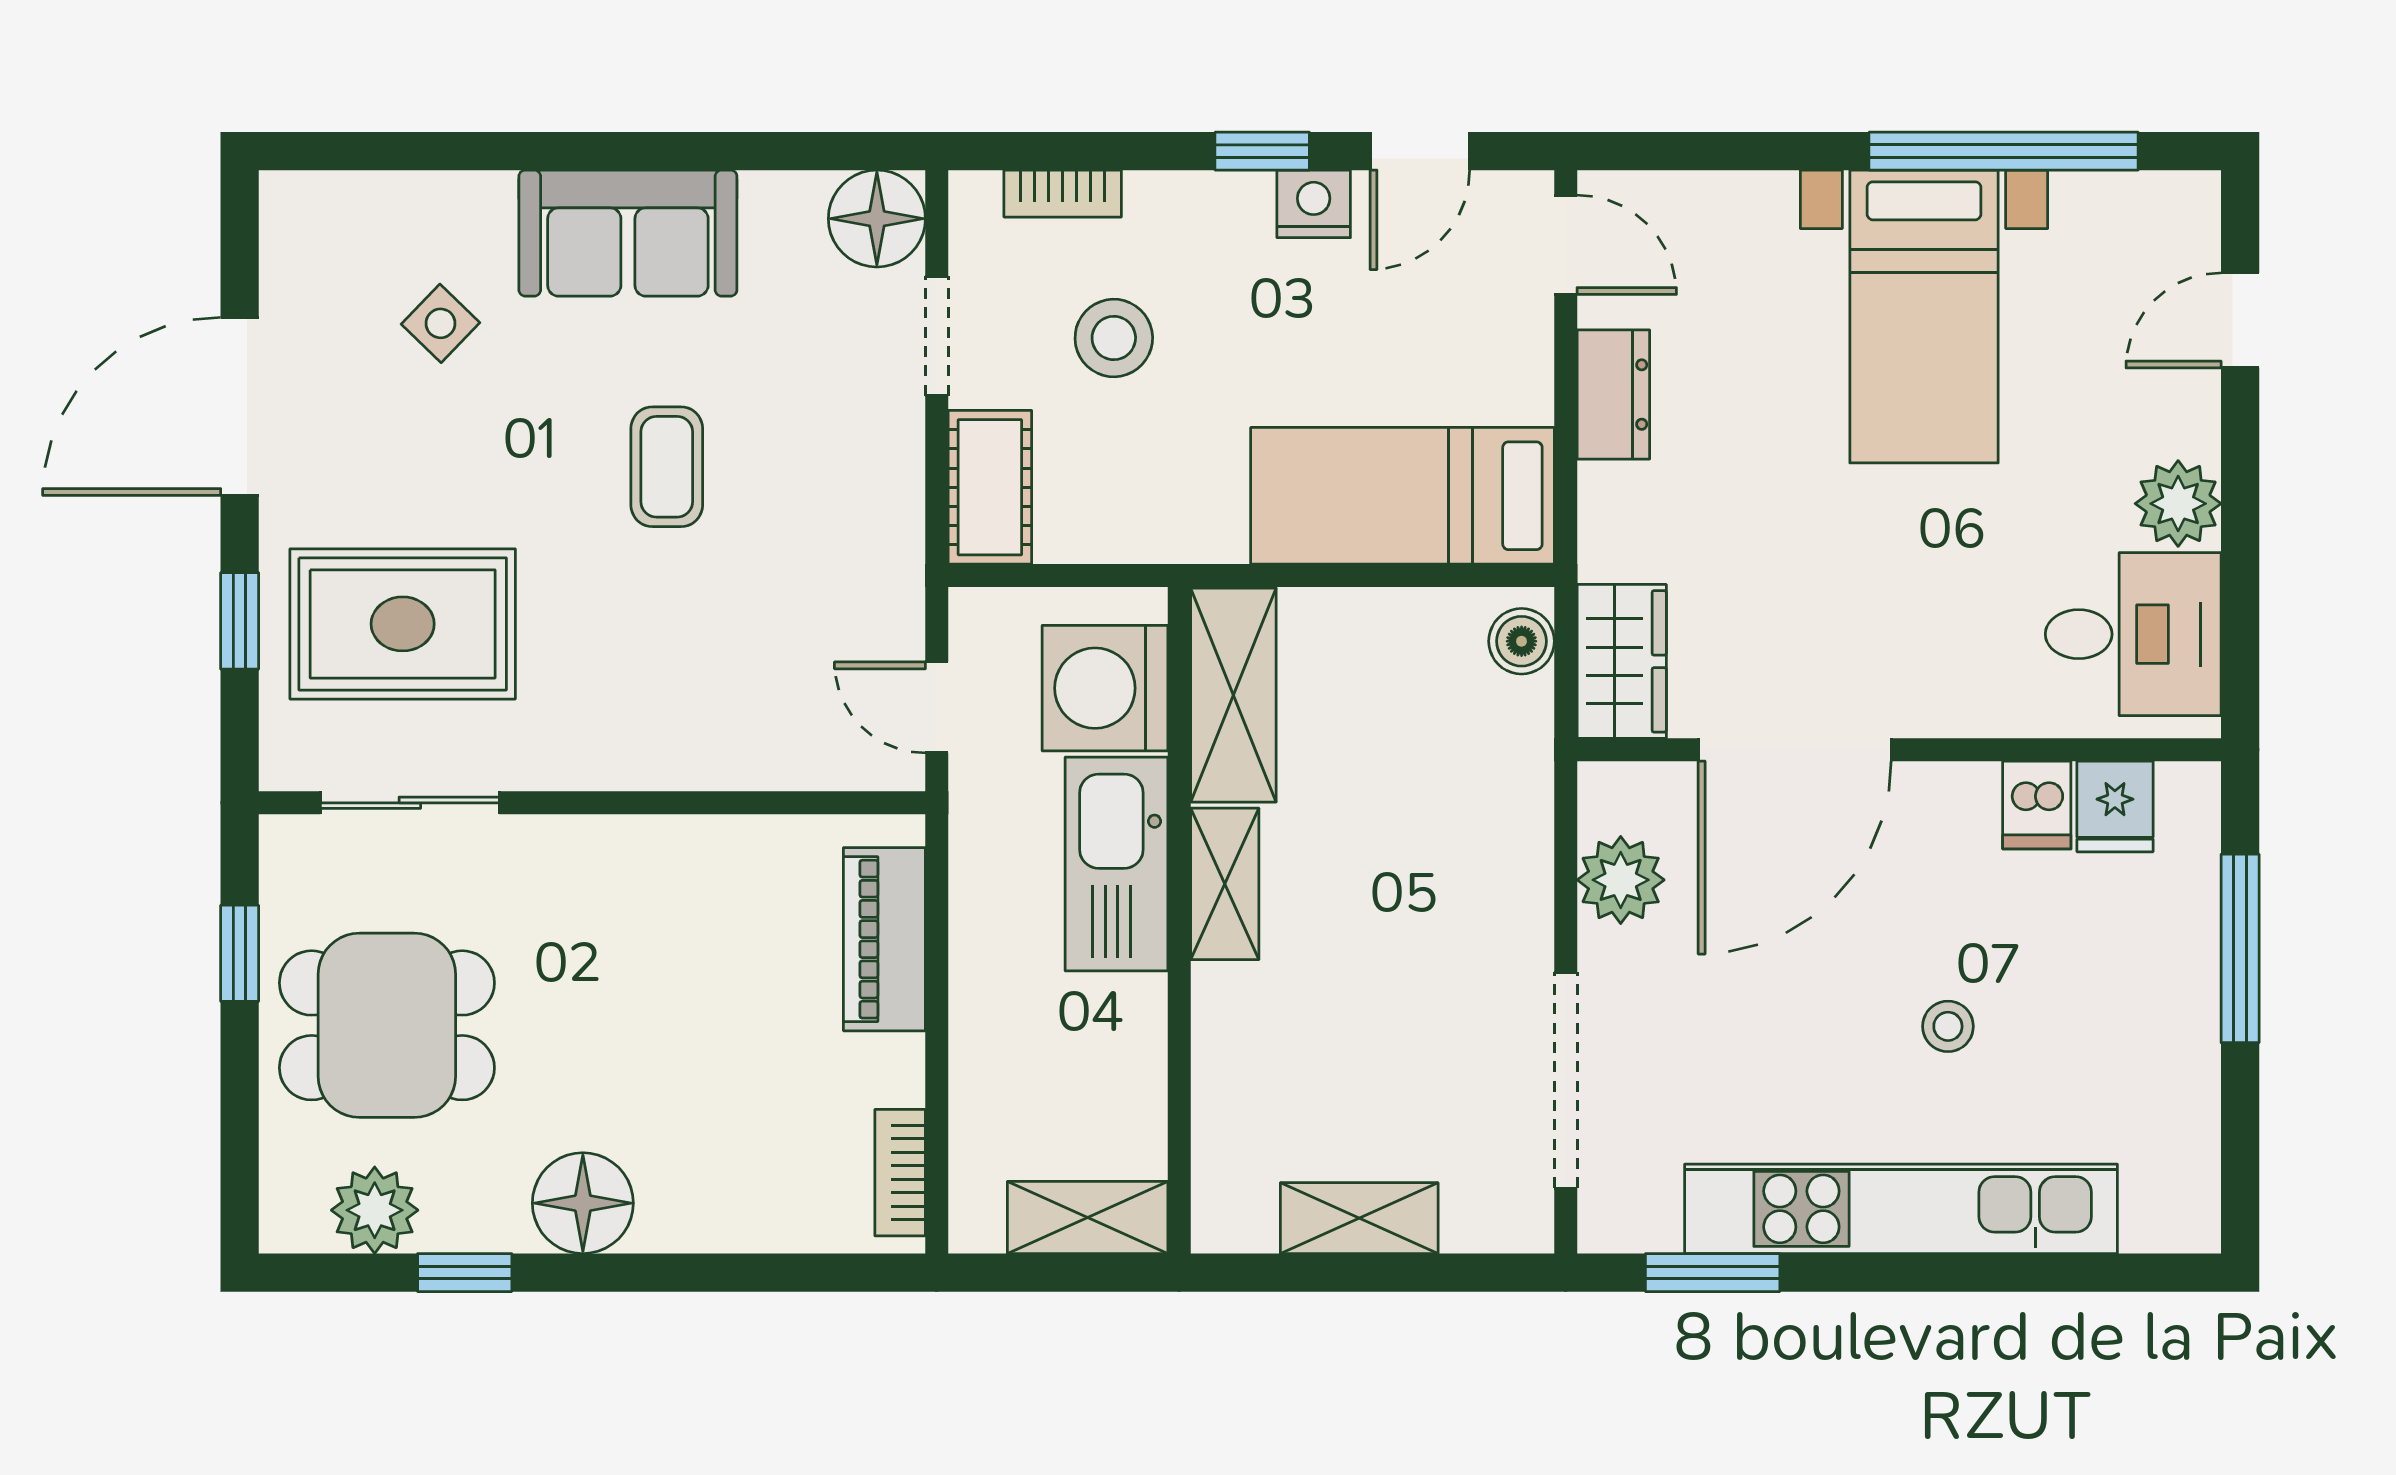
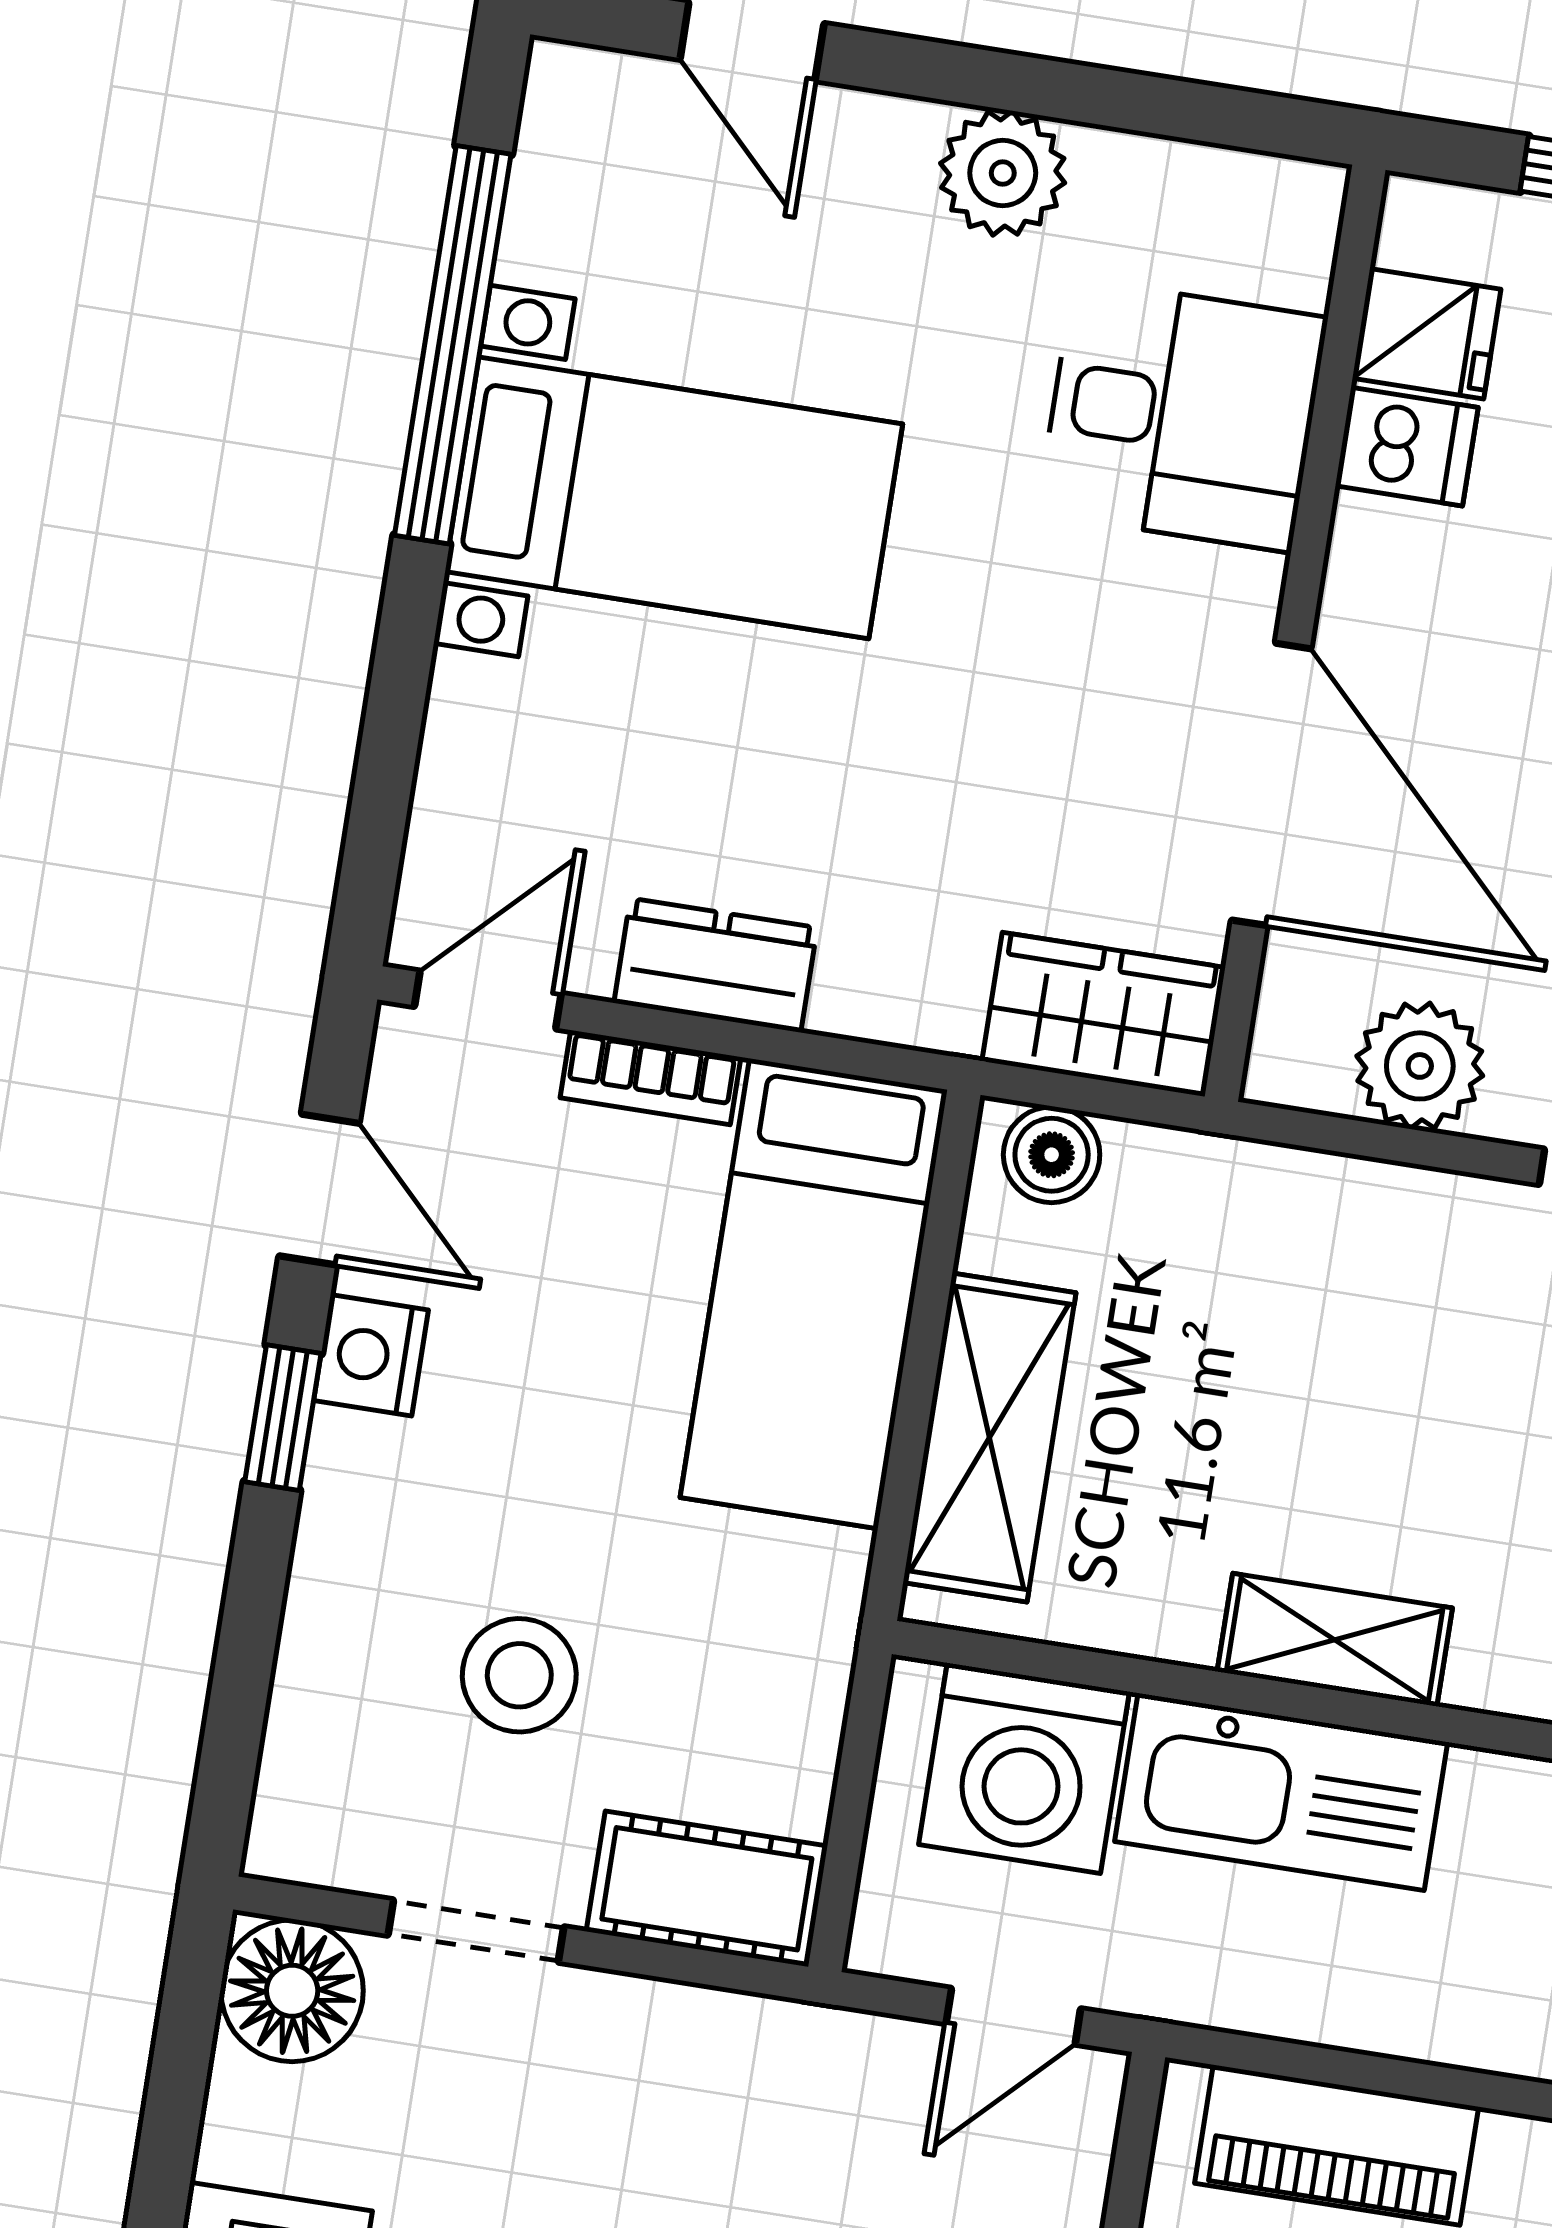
bookcase: (1063, 194) -> (651, 1077), moved, turned 90
desk: (2133, 634) -> (1182, 415), moved, turned 90
shelving: (1233, 695) -> (990, 1438), moved, turned 90

